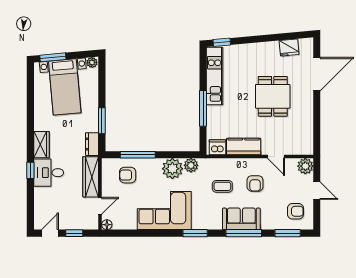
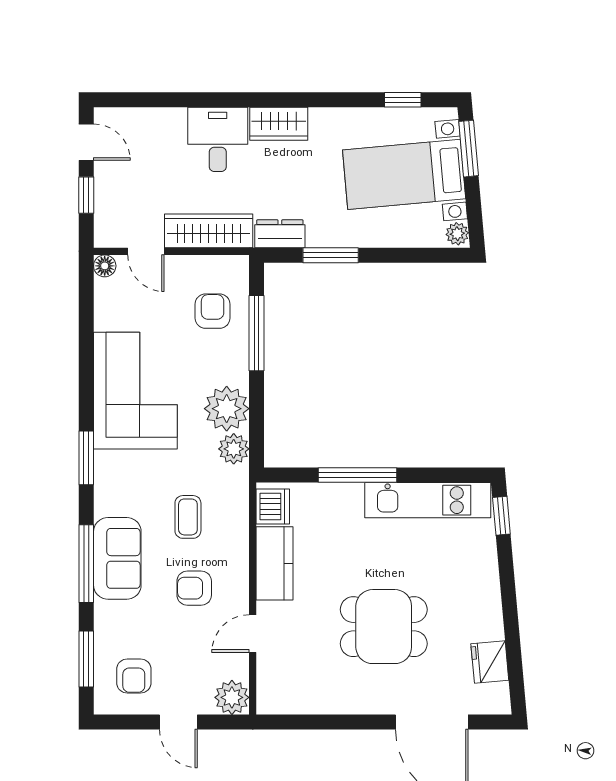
window: (30, 170) -> (403, 100), moved
door: (317, 191) -> (178, 722), hinge flipped

